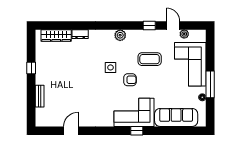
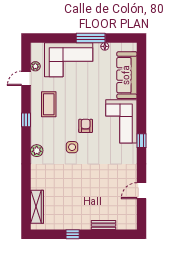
window: (149, 25) -> (26, 120), moved
dresser: (80, 34) -> (36, 181), removed
plant: (120, 35) -> (37, 151), moved
coffee table: (150, 59) -> (49, 104), moved
door: (71, 131) -> (142, 191), hinge flipped
window: (137, 131) -> (142, 141), moved

